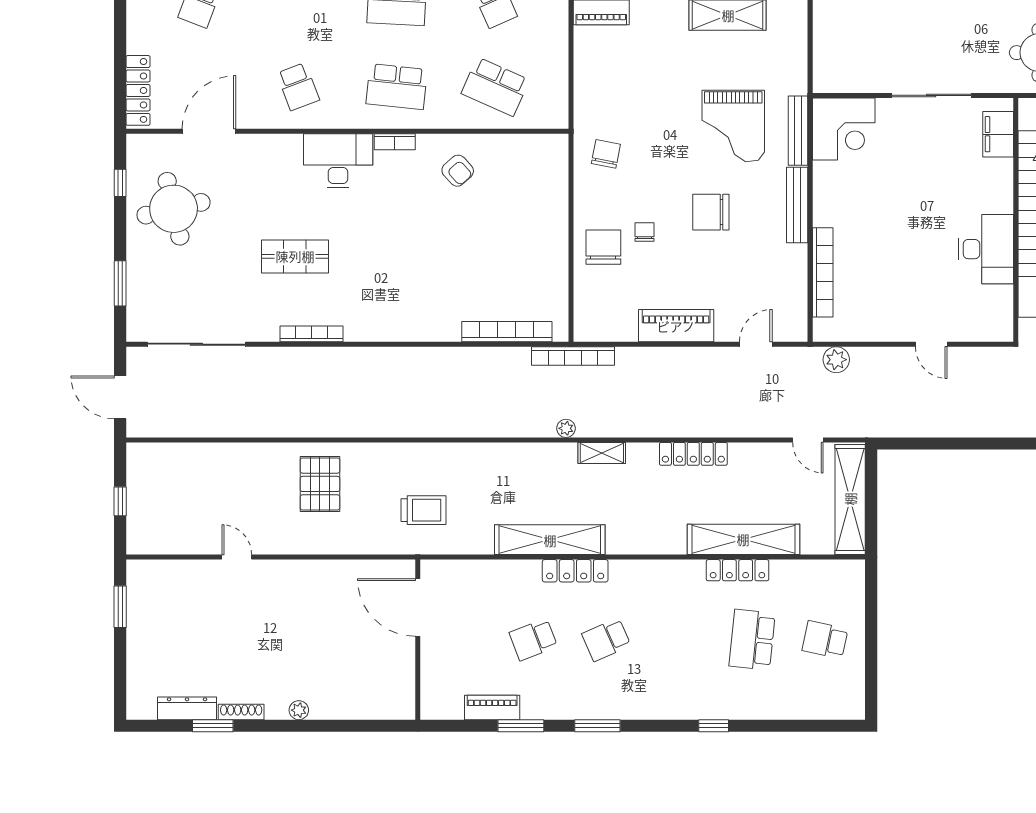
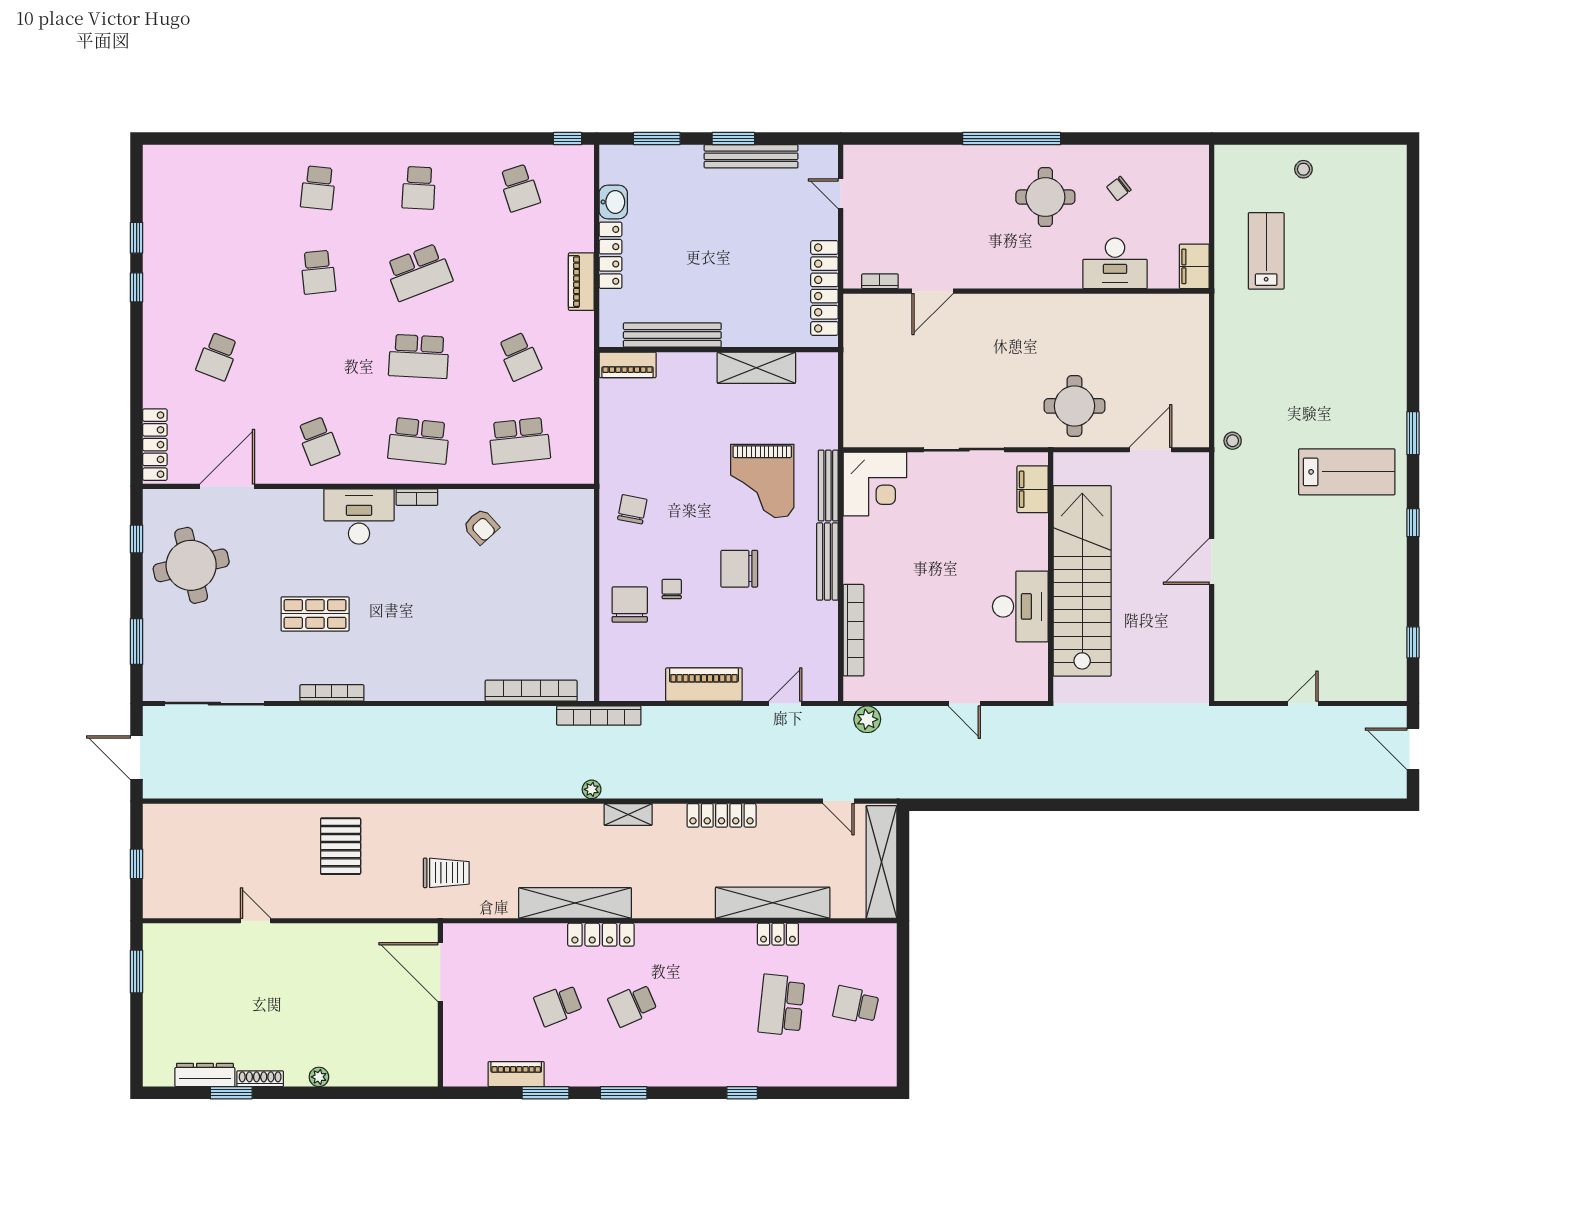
school desk: (495, 87) -> (519, 441), turned -30
locker: (738, 570) -> (778, 934), width x0.66

